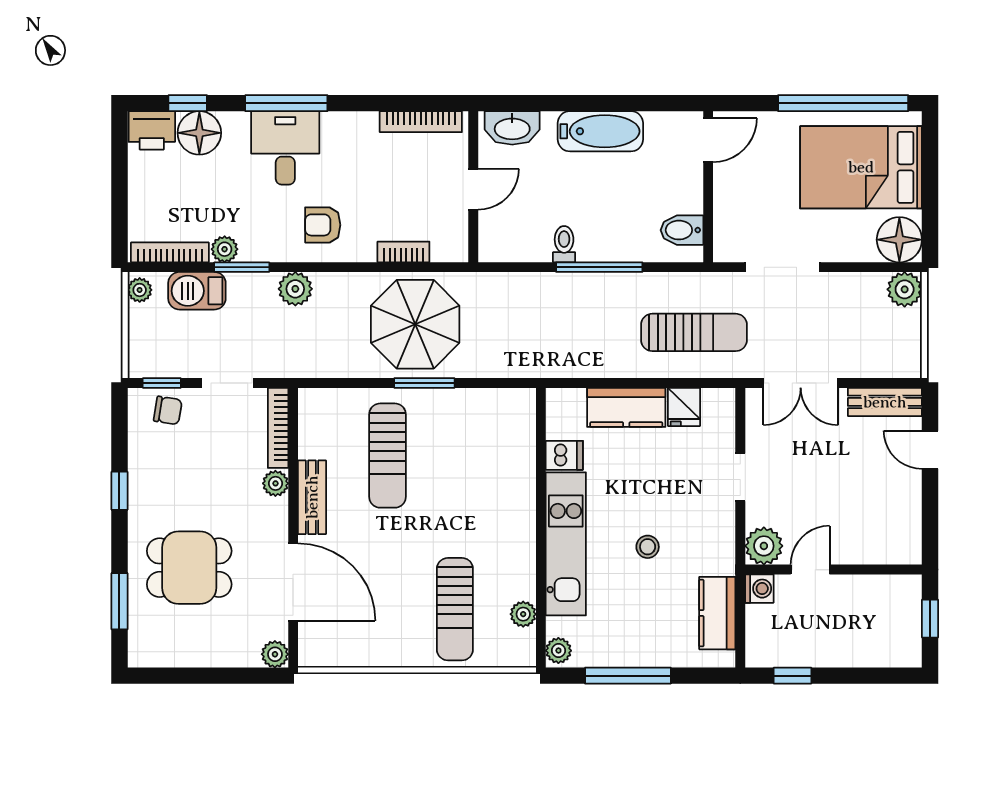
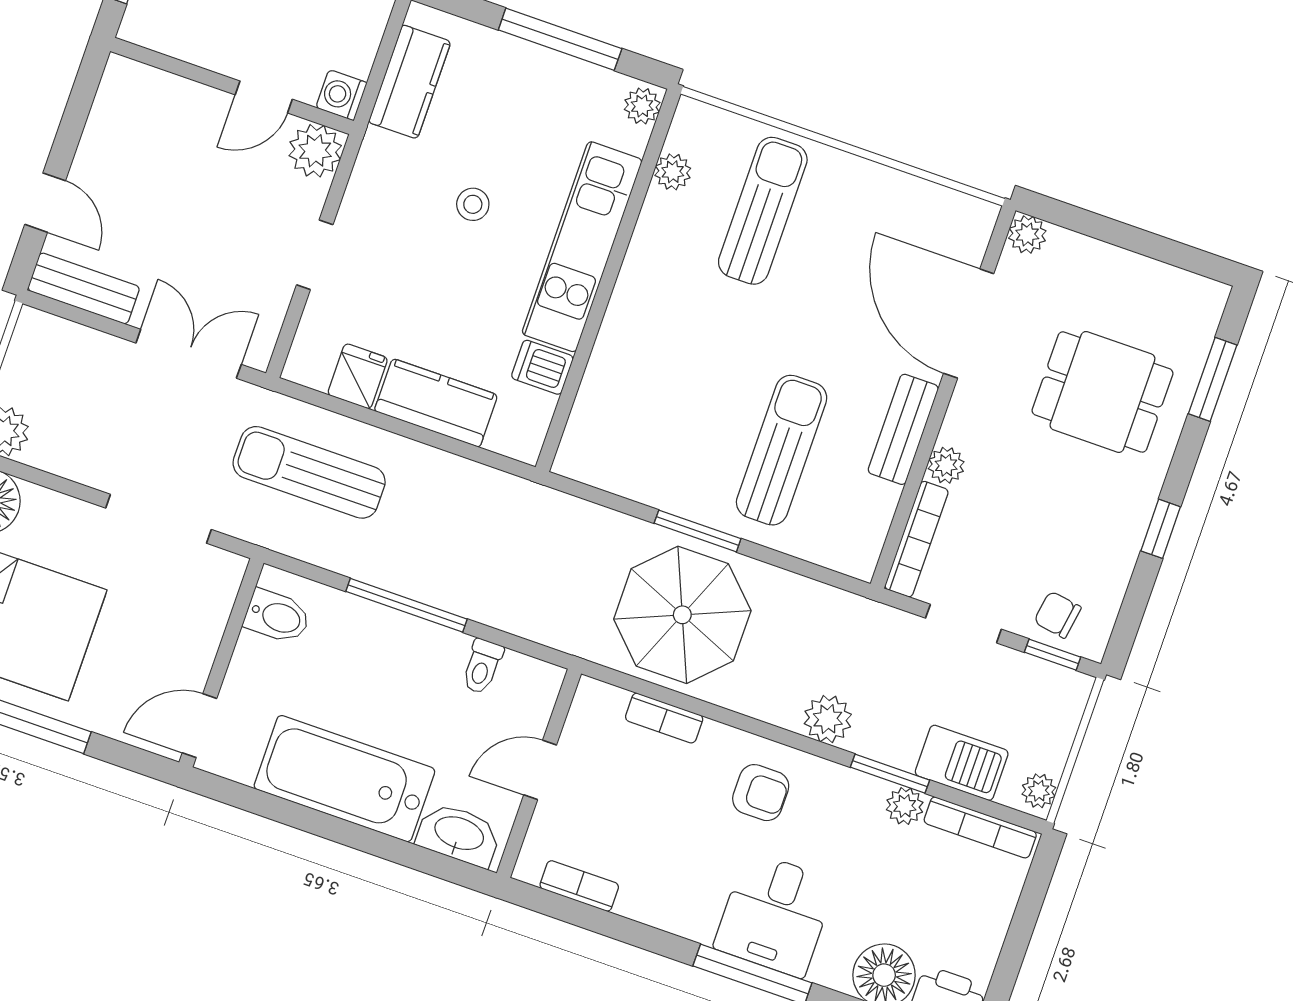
bookcase: (421, 122) -> (579, 886), width x0.64
bathtub: (600, 131) -> (344, 779), width x1.36, depth x1.36
toilet: (564, 244) -> (482, 666), moved

